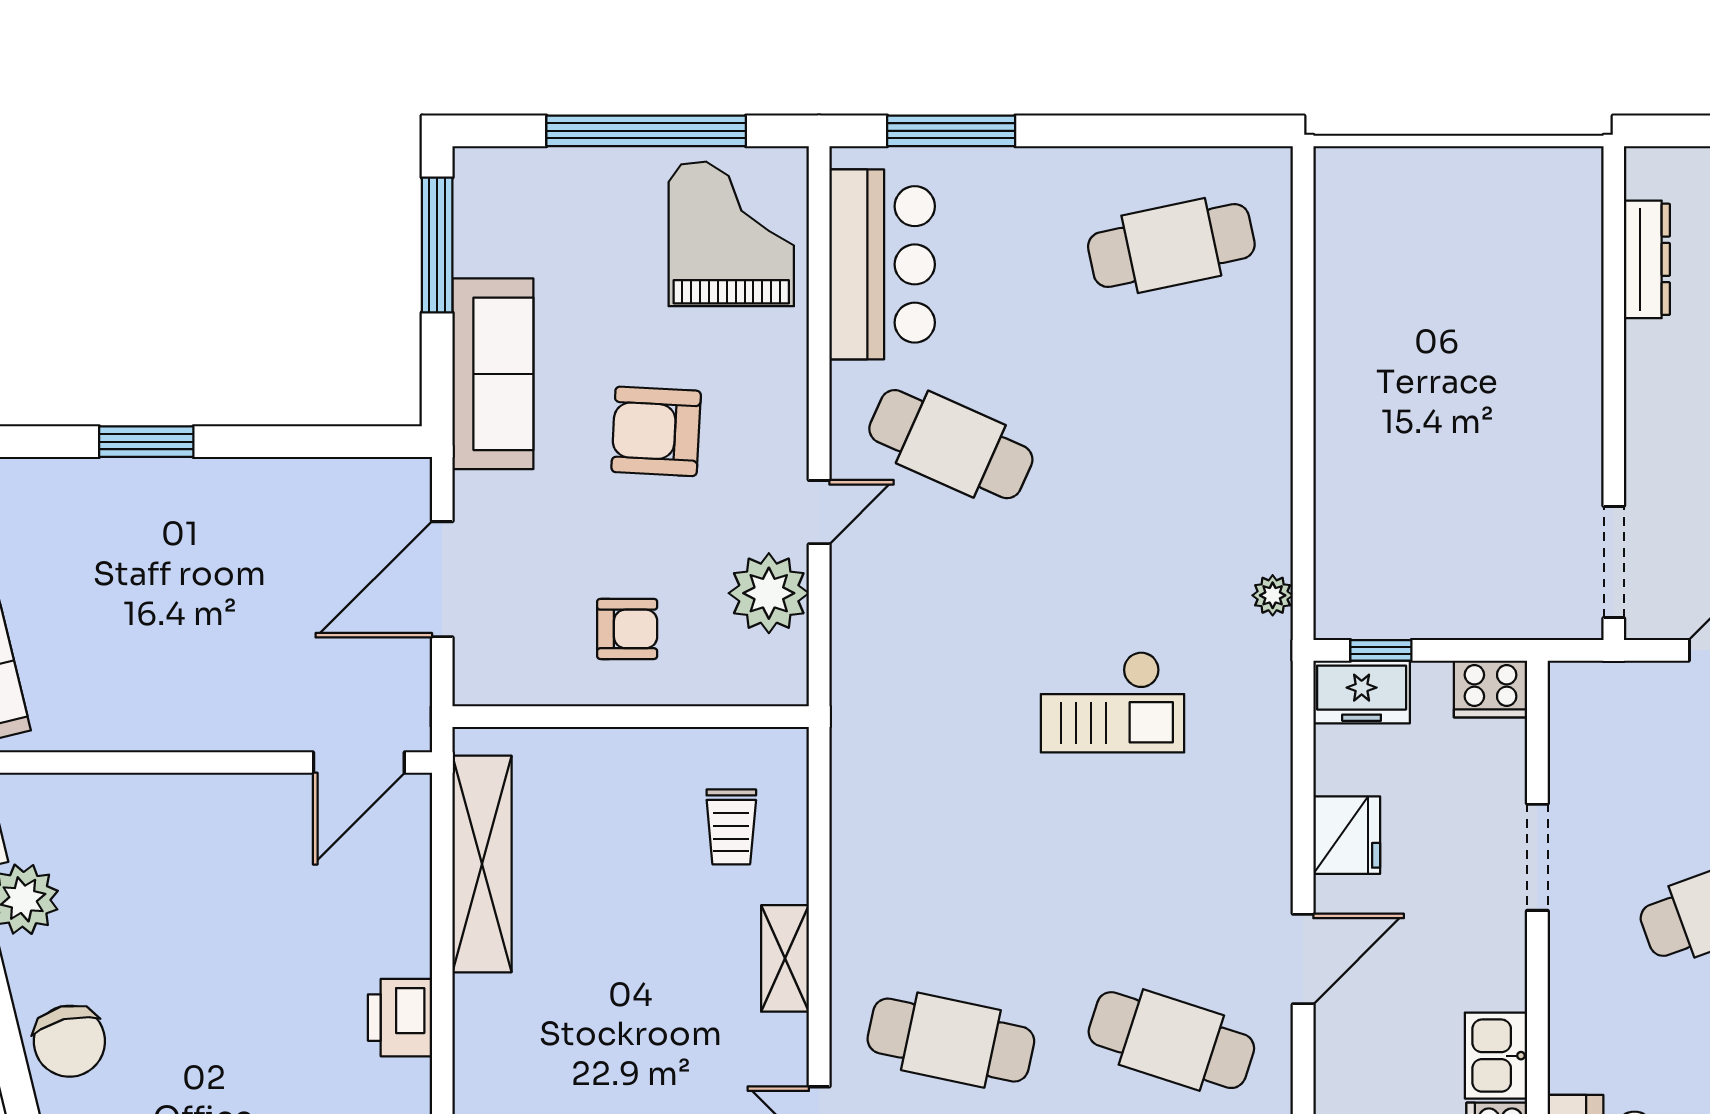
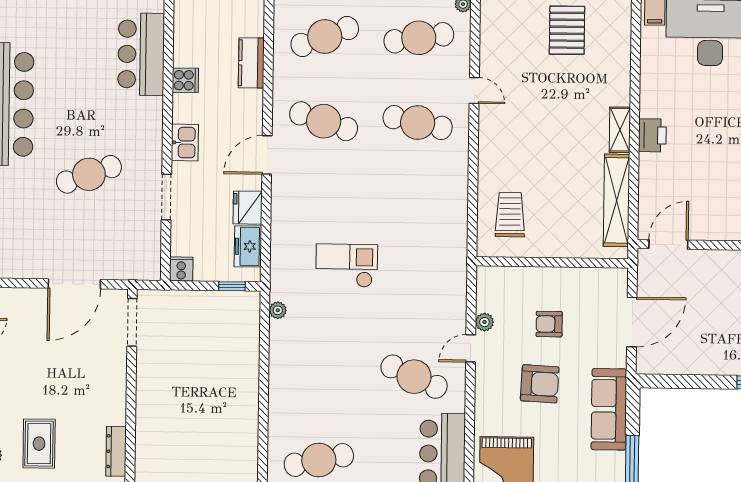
plant: (769, 593) -> (484, 322), width x0.53, depth x0.53
armchair: (627, 629) -> (549, 324), moved
cooker: (1491, 689) -> (181, 269), width x0.73
freezer: (1362, 692) -> (248, 246), moved, turned -90
trolley: (731, 827) -> (510, 215), width x1.36, depth x1.39
shelving: (785, 958) -> (620, 130), moved
kitchen sink: (1496, 1056) -> (185, 143), moved

